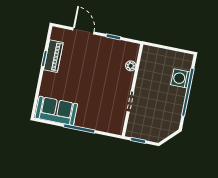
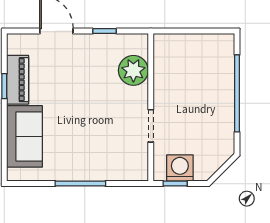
plant: (131, 66) -> (133, 70), width x1.88, depth x1.88
washing machine: (181, 78) -> (180, 168), moved, turned 90
sofa: (56, 111) -> (25, 136), moved, turned 90

